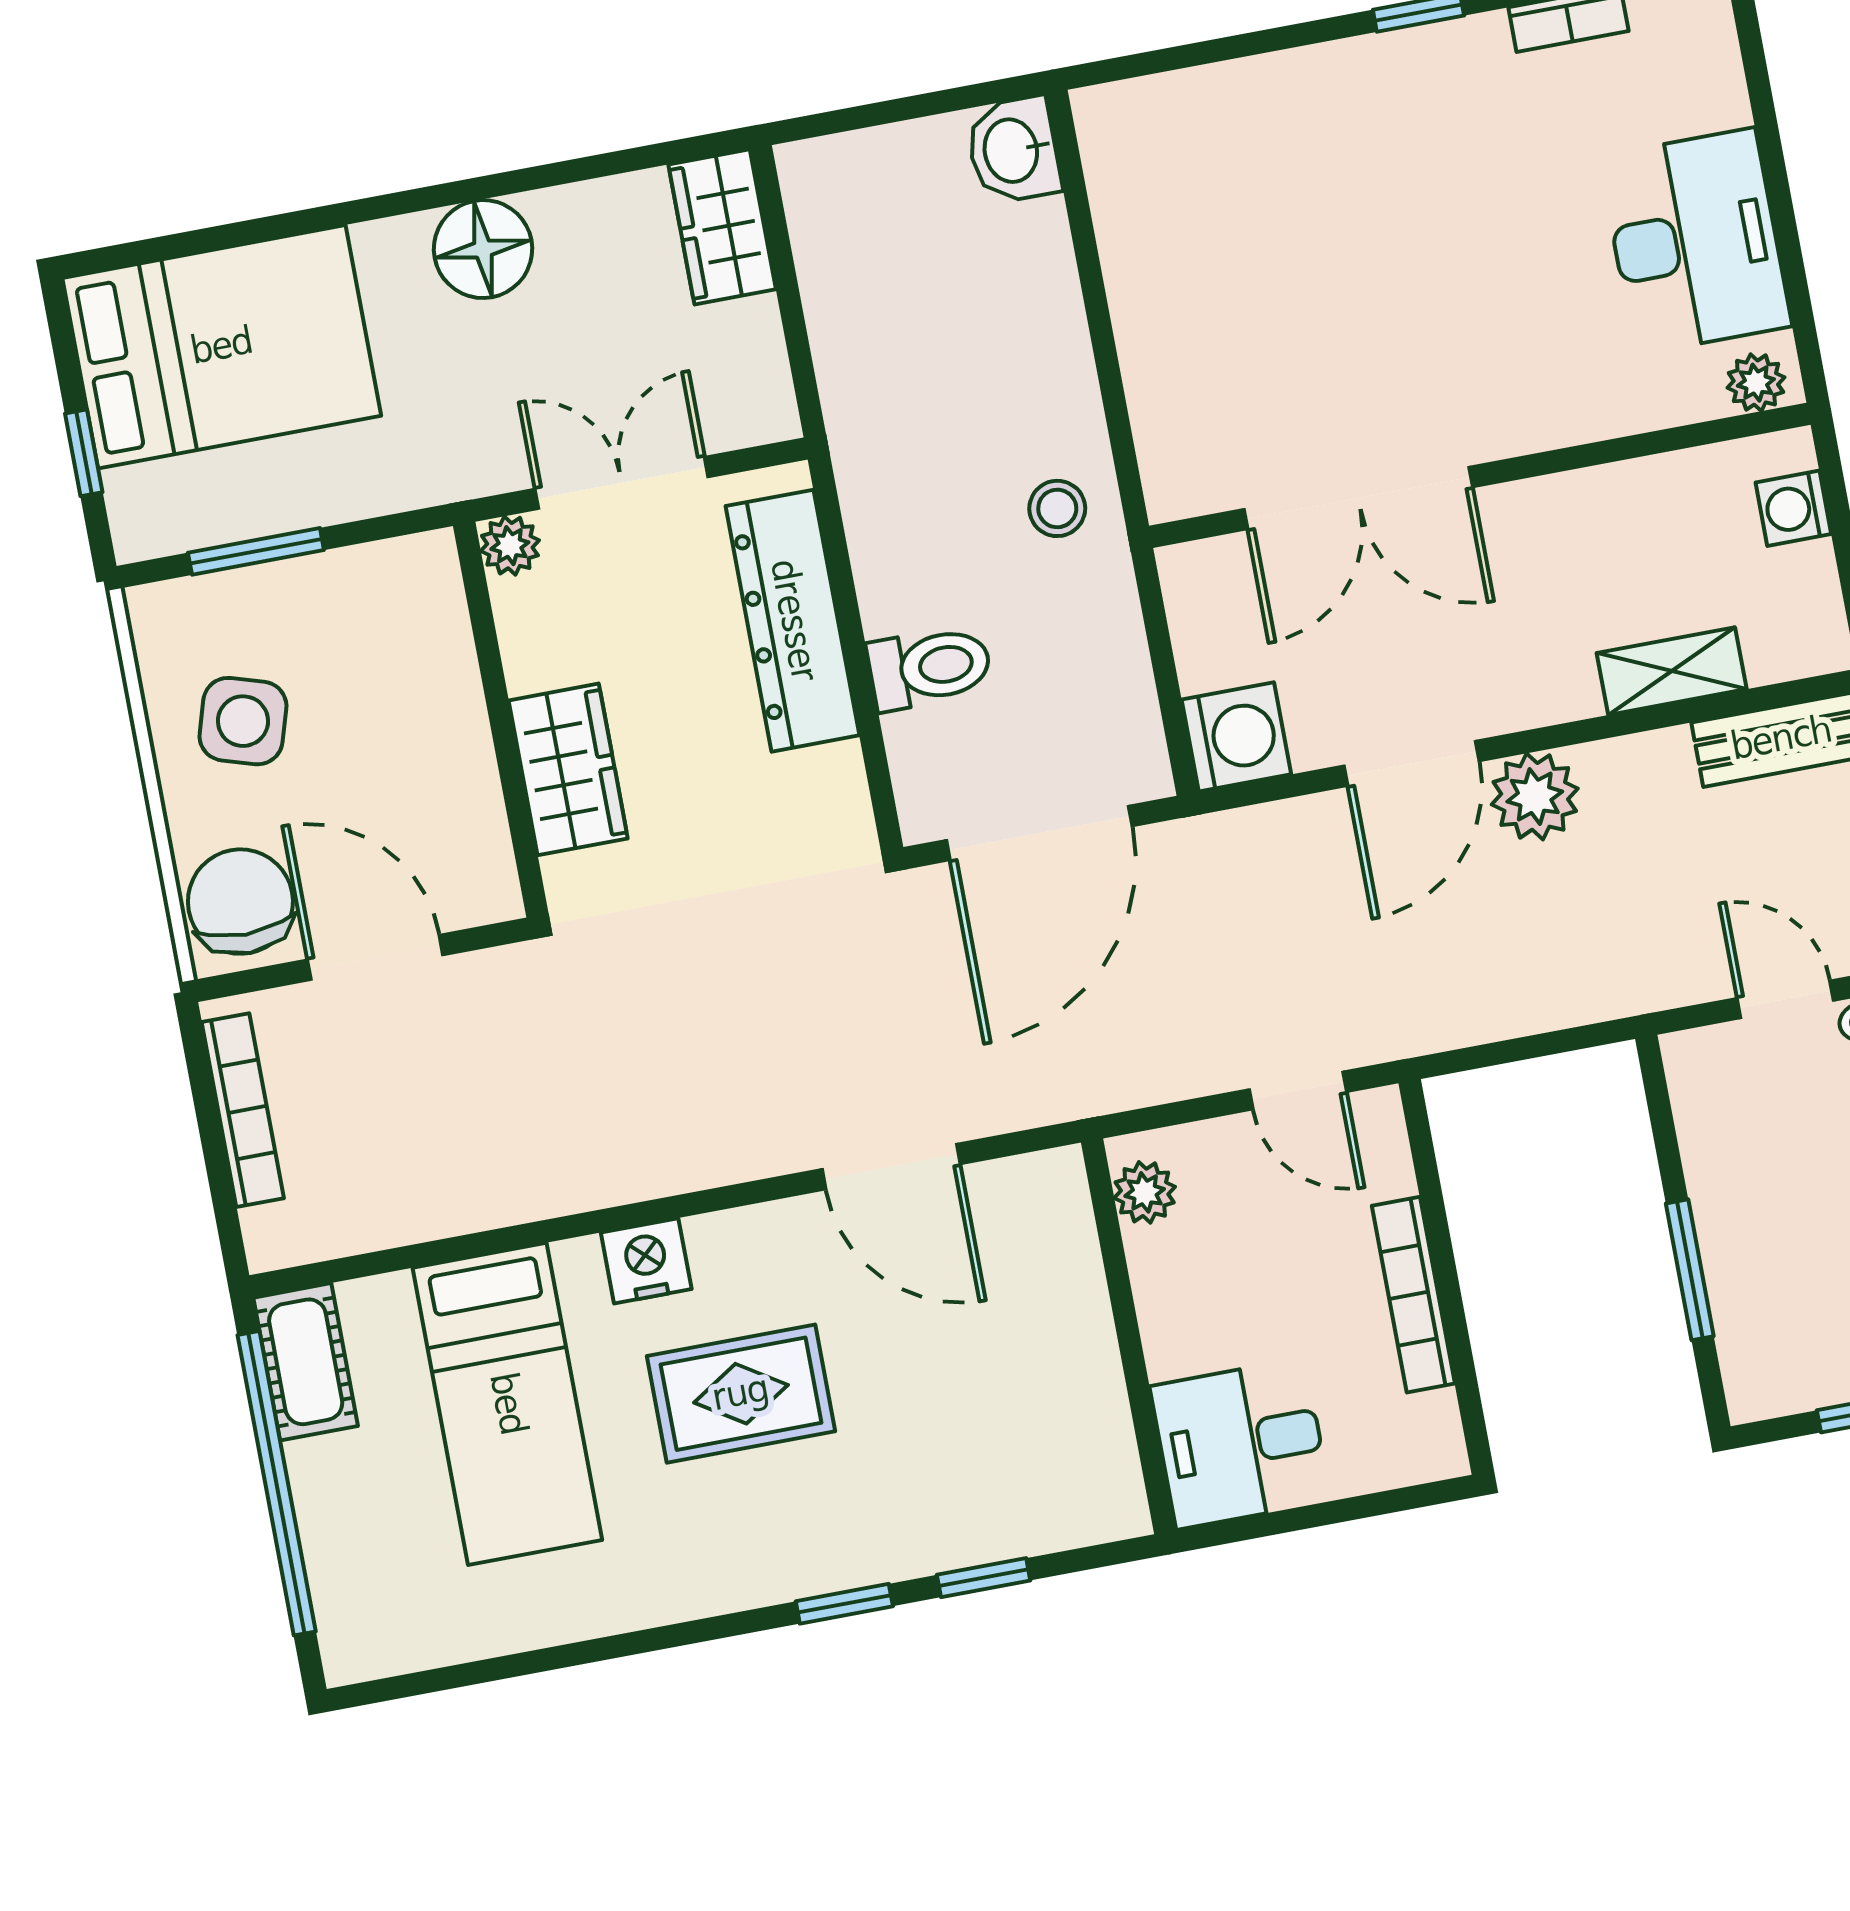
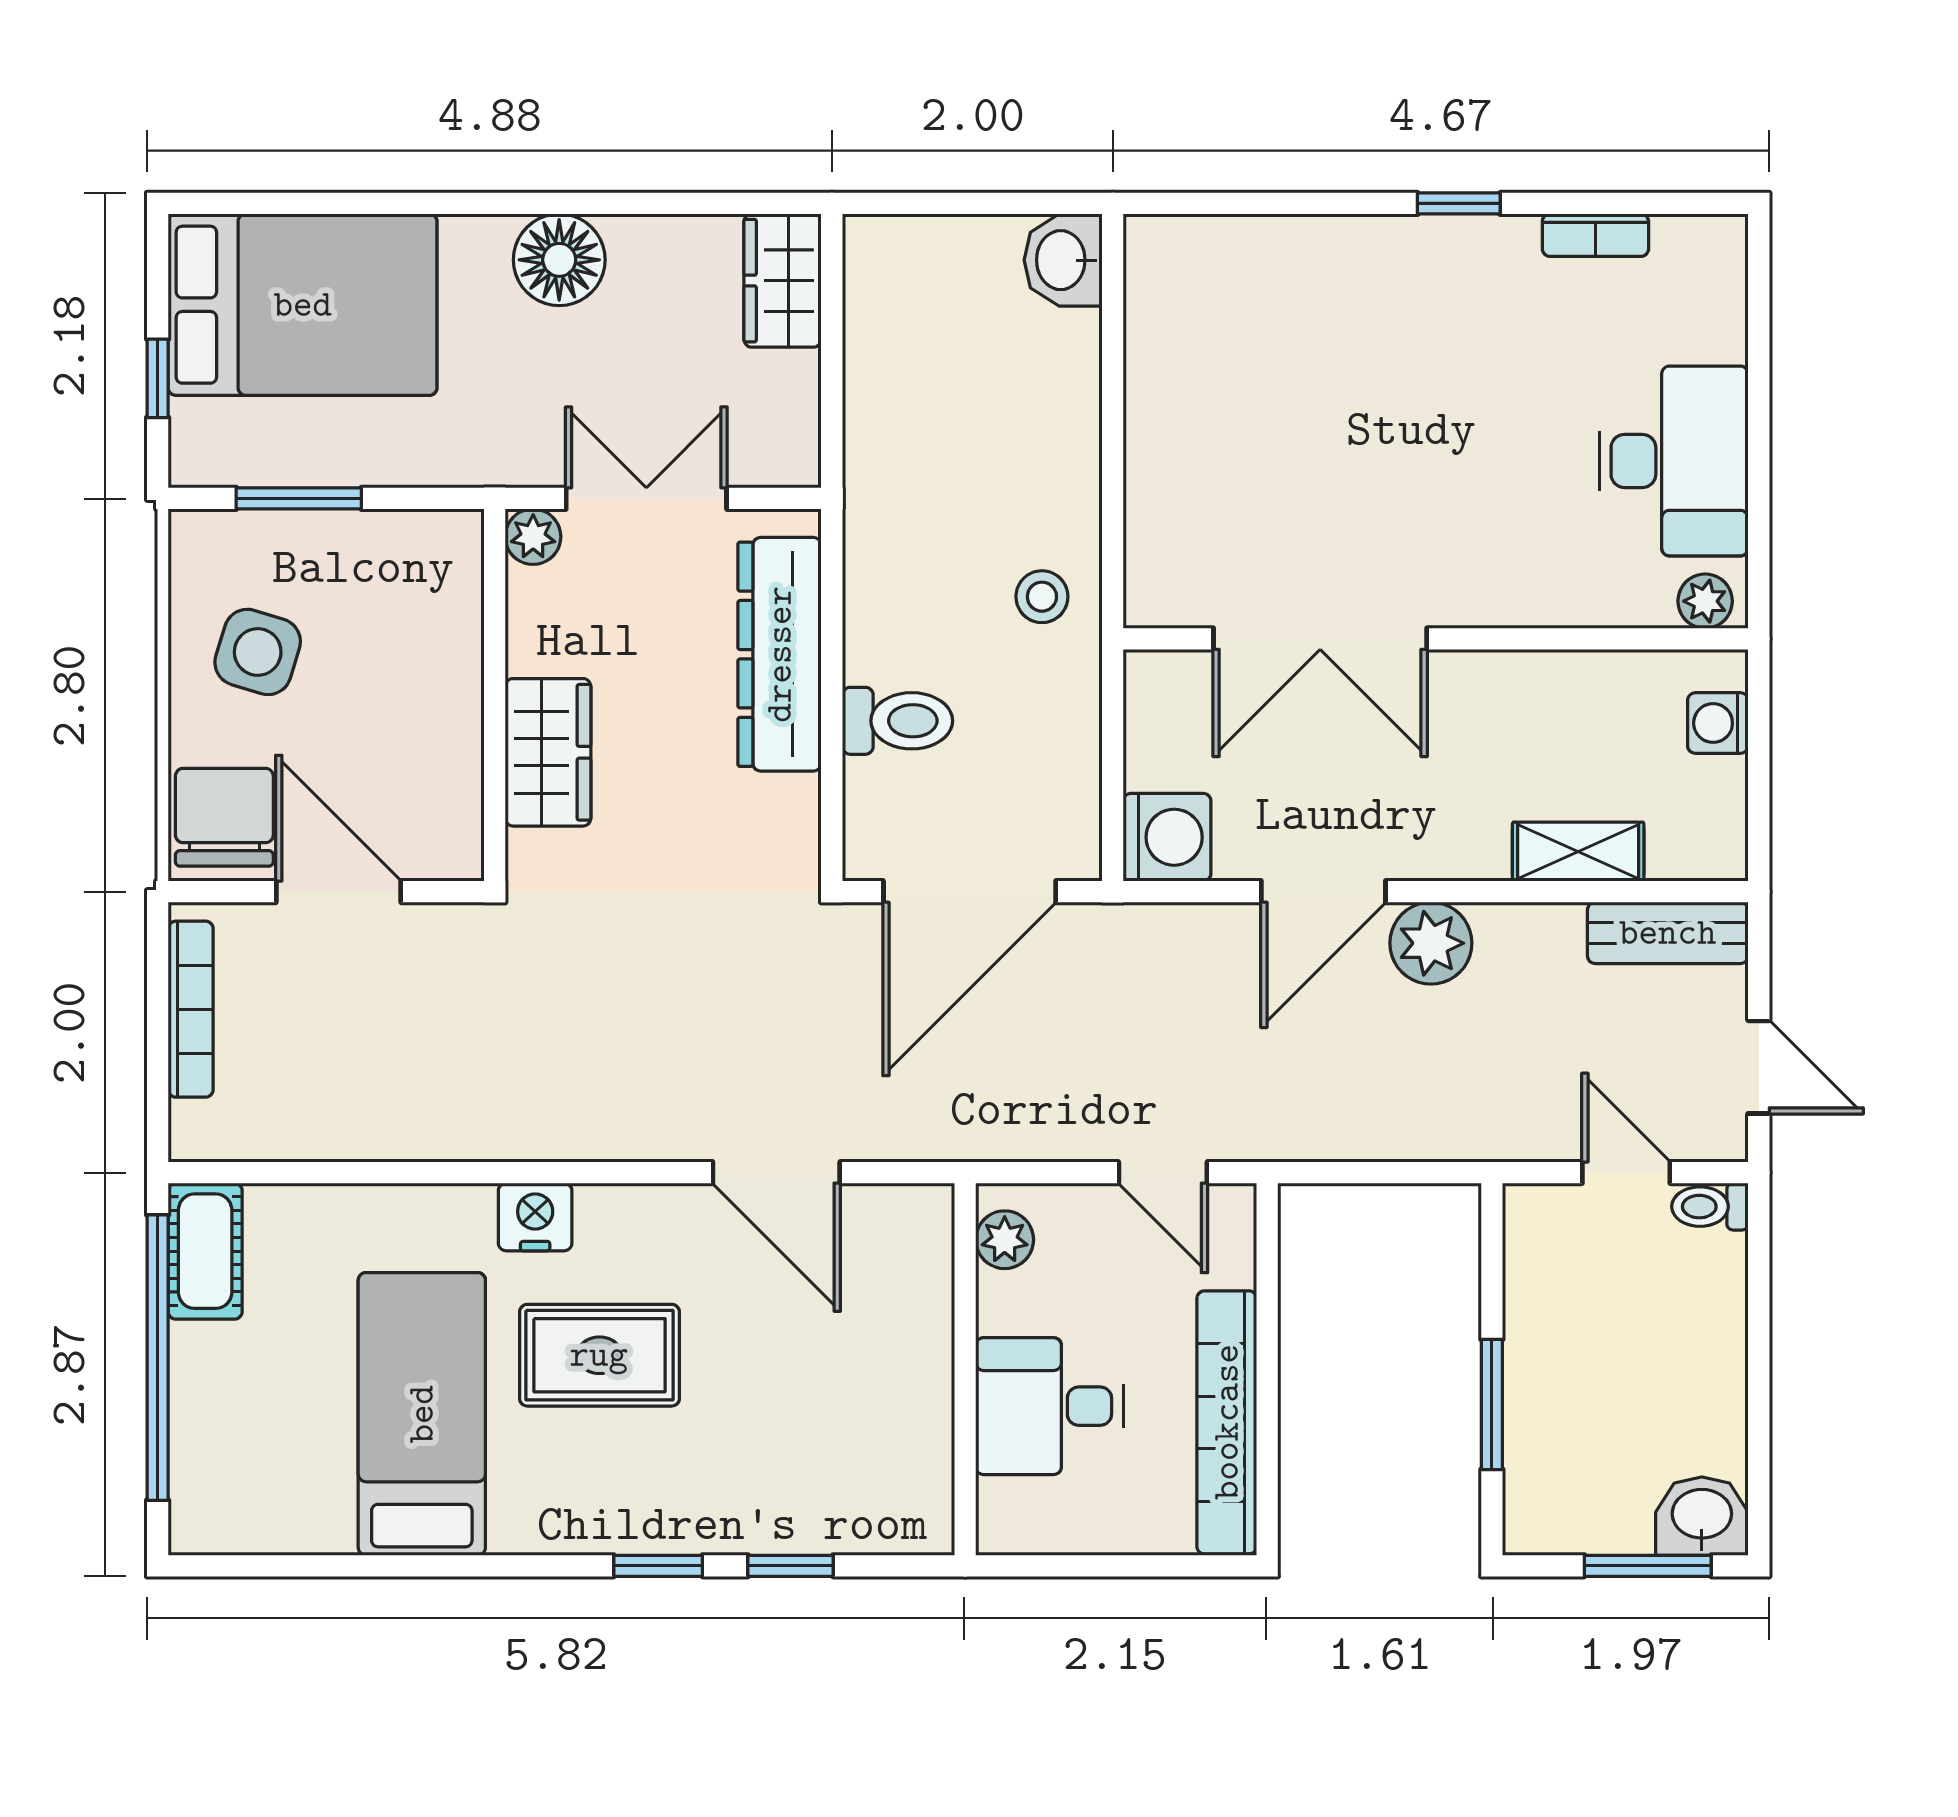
bookcase: (1413, 1295) -> (1227, 1422), width x1.48, depth x1.31
bed: (507, 1404) -> (422, 1414), moved, turned 180
desk: (1241, 1444) -> (1050, 1406), moved

